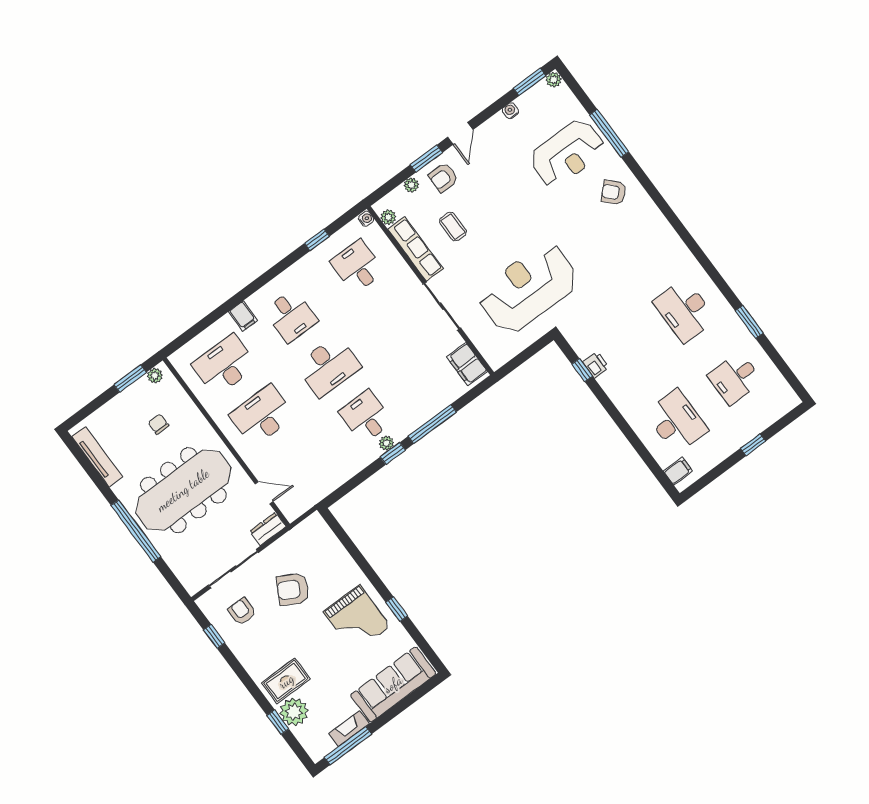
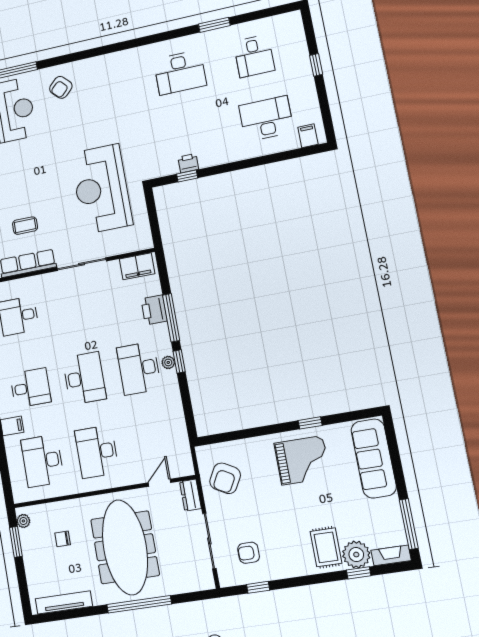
printer: (432, 403) -> (154, 310), added
desk: (366, 417) -> (139, 368), width x1.37
armchair: (293, 589) -> (225, 478), moved
fireplace: (349, 729) -> (391, 555), moved, turned 90

